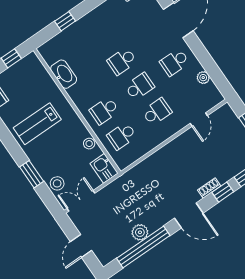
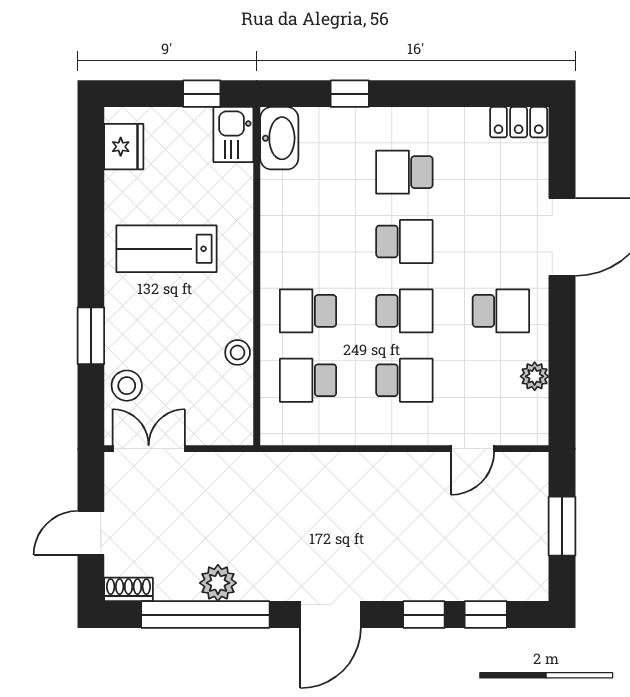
school desk: (105, 36) -> (404, 172), added
school desk: (122, 61) -> (404, 241), turned 180
school desk: (175, 62) -> (501, 311), turned 180
washbasin: (64, 74) -> (279, 138), moved
kitchen sink: (104, 168) -> (233, 135), moved
shoe rack: (209, 188) -> (129, 589), moved
door: (189, 216) -> (331, 615), hinge flipped

